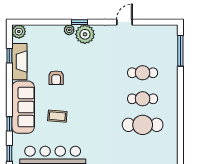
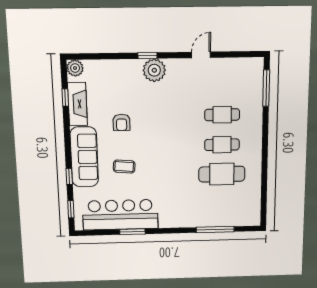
plant: (69, 30) -> (135, 65), removed

